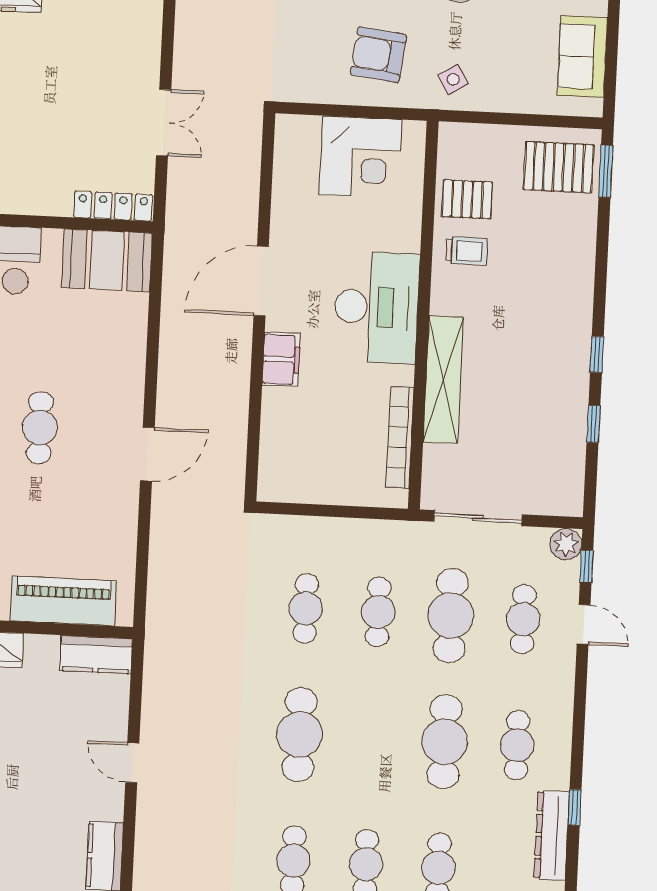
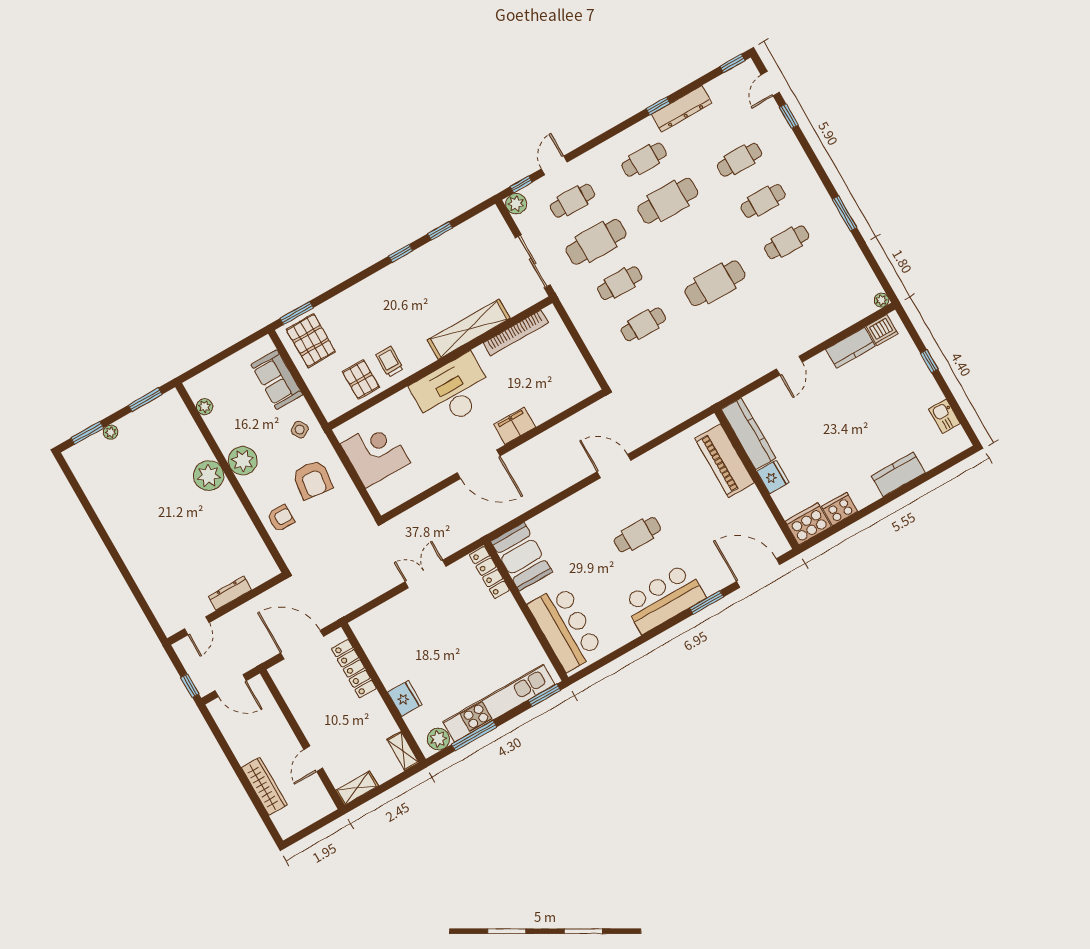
sofa: (582, 56) -> (277, 380), moved, turned 90
kitchen counter: (96, 655) -> (748, 434), width x1.50

